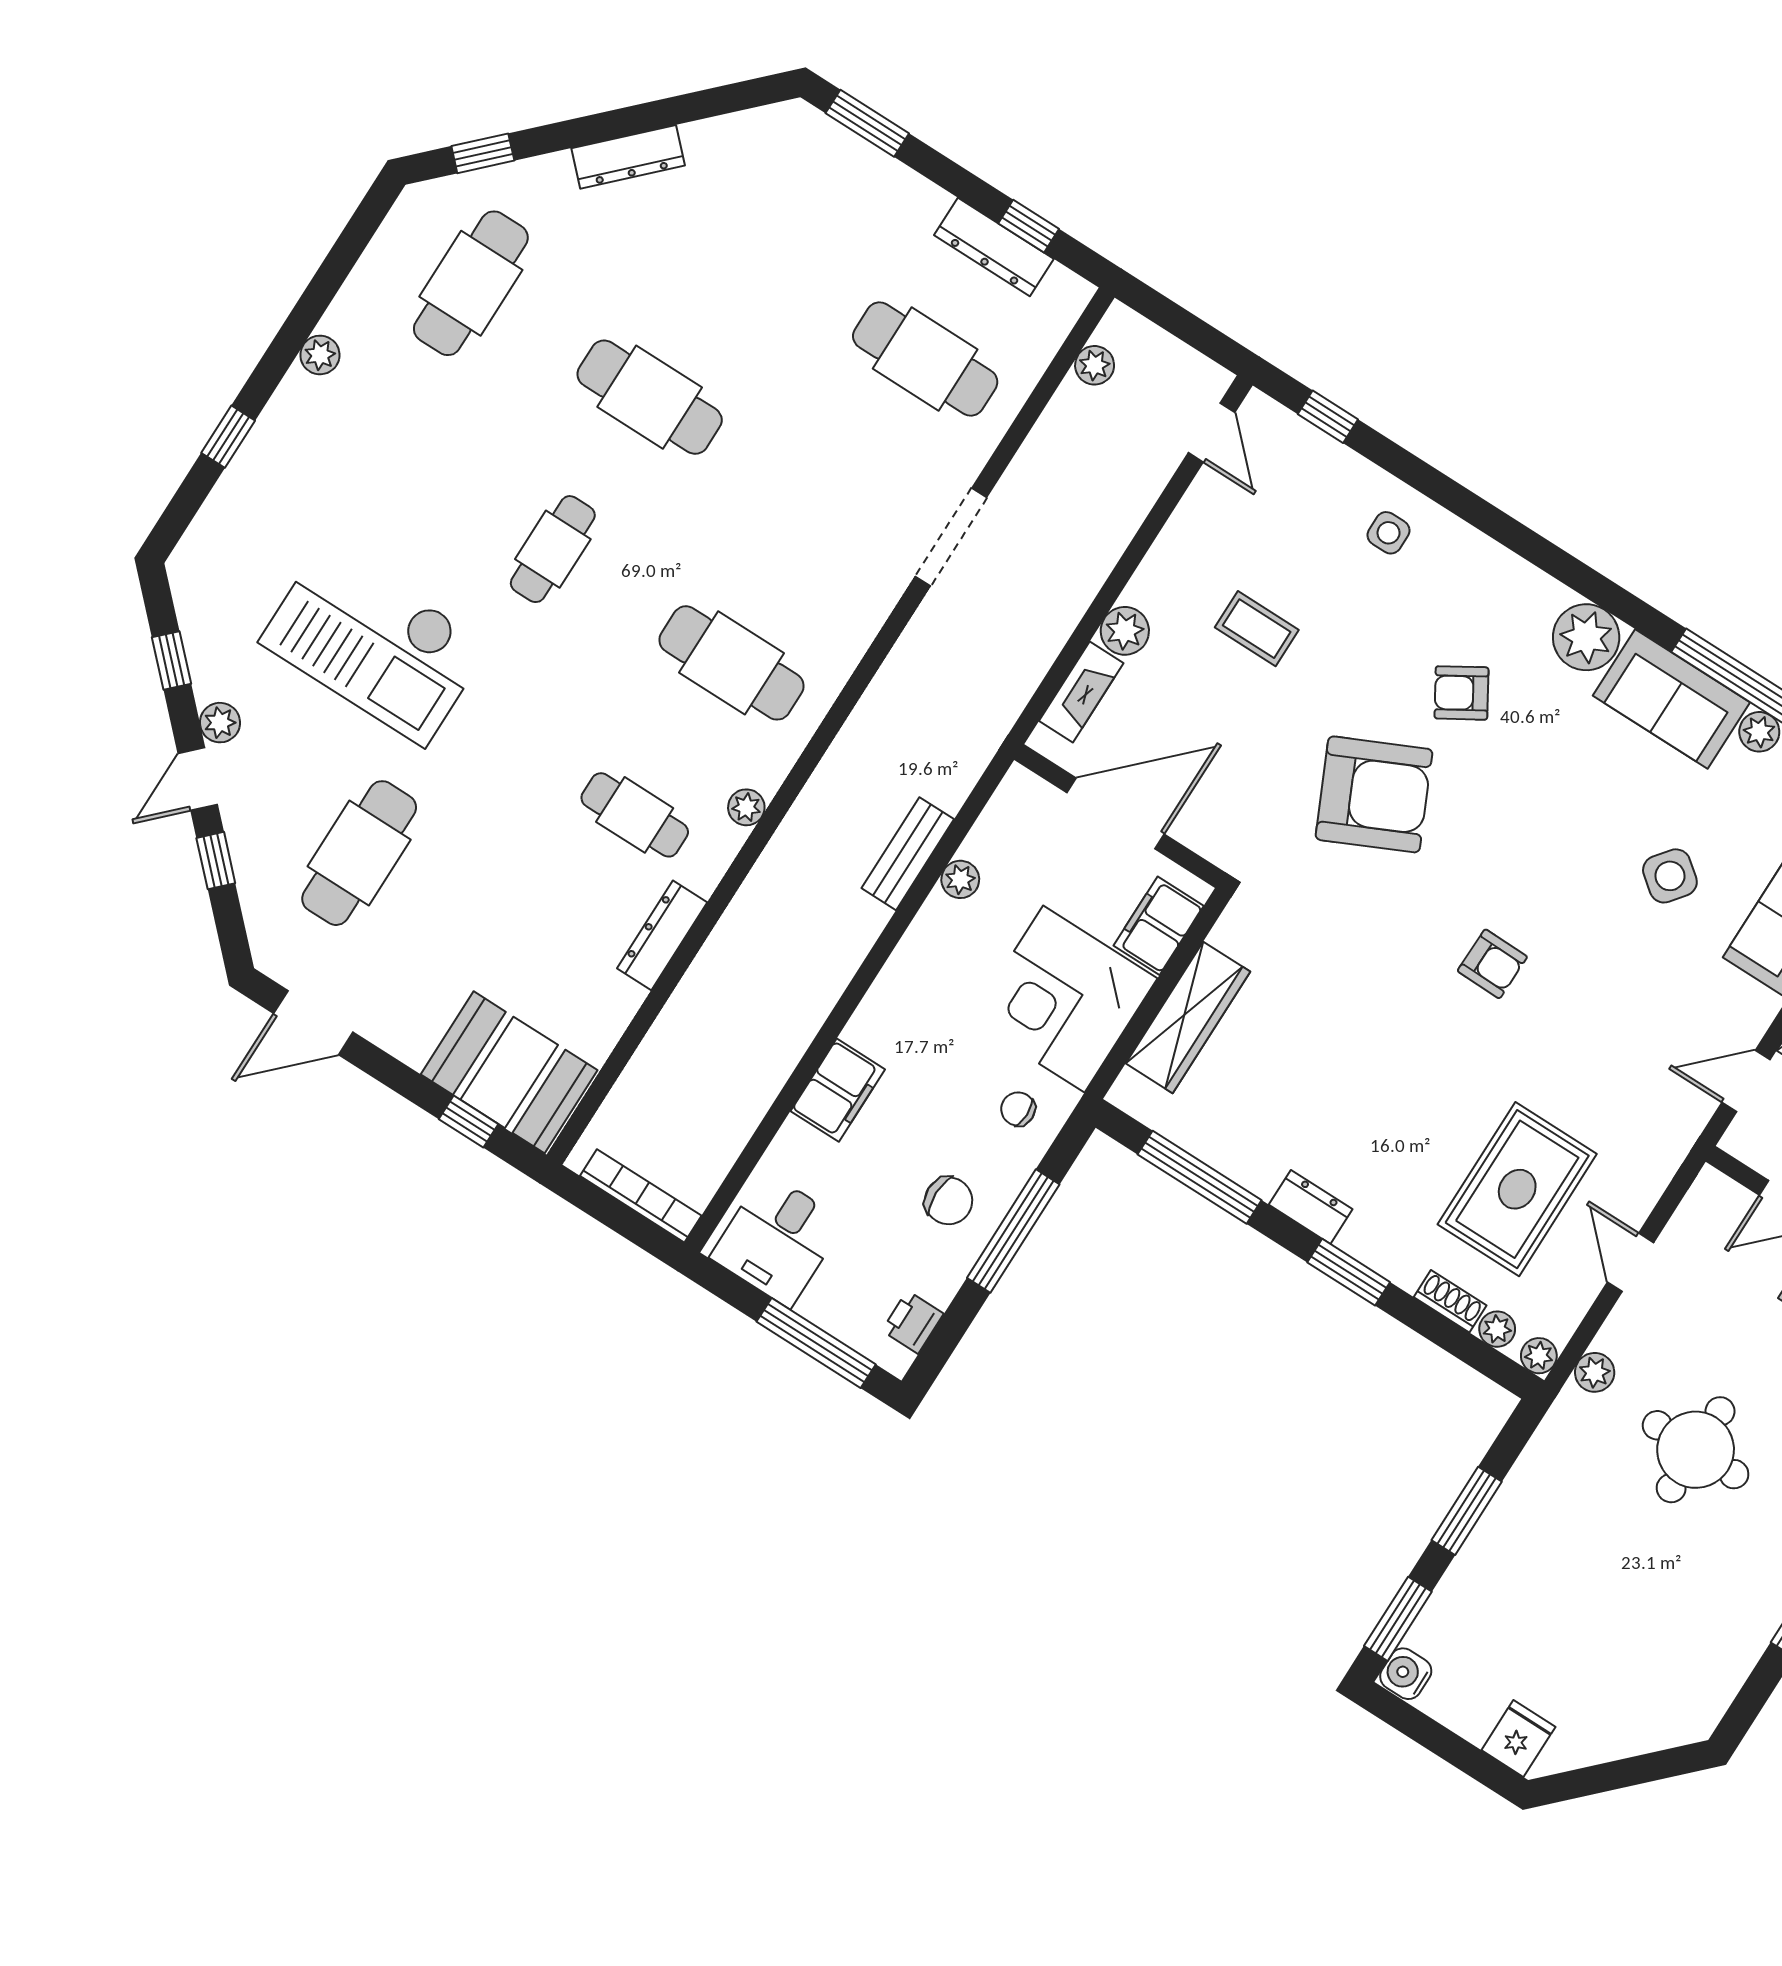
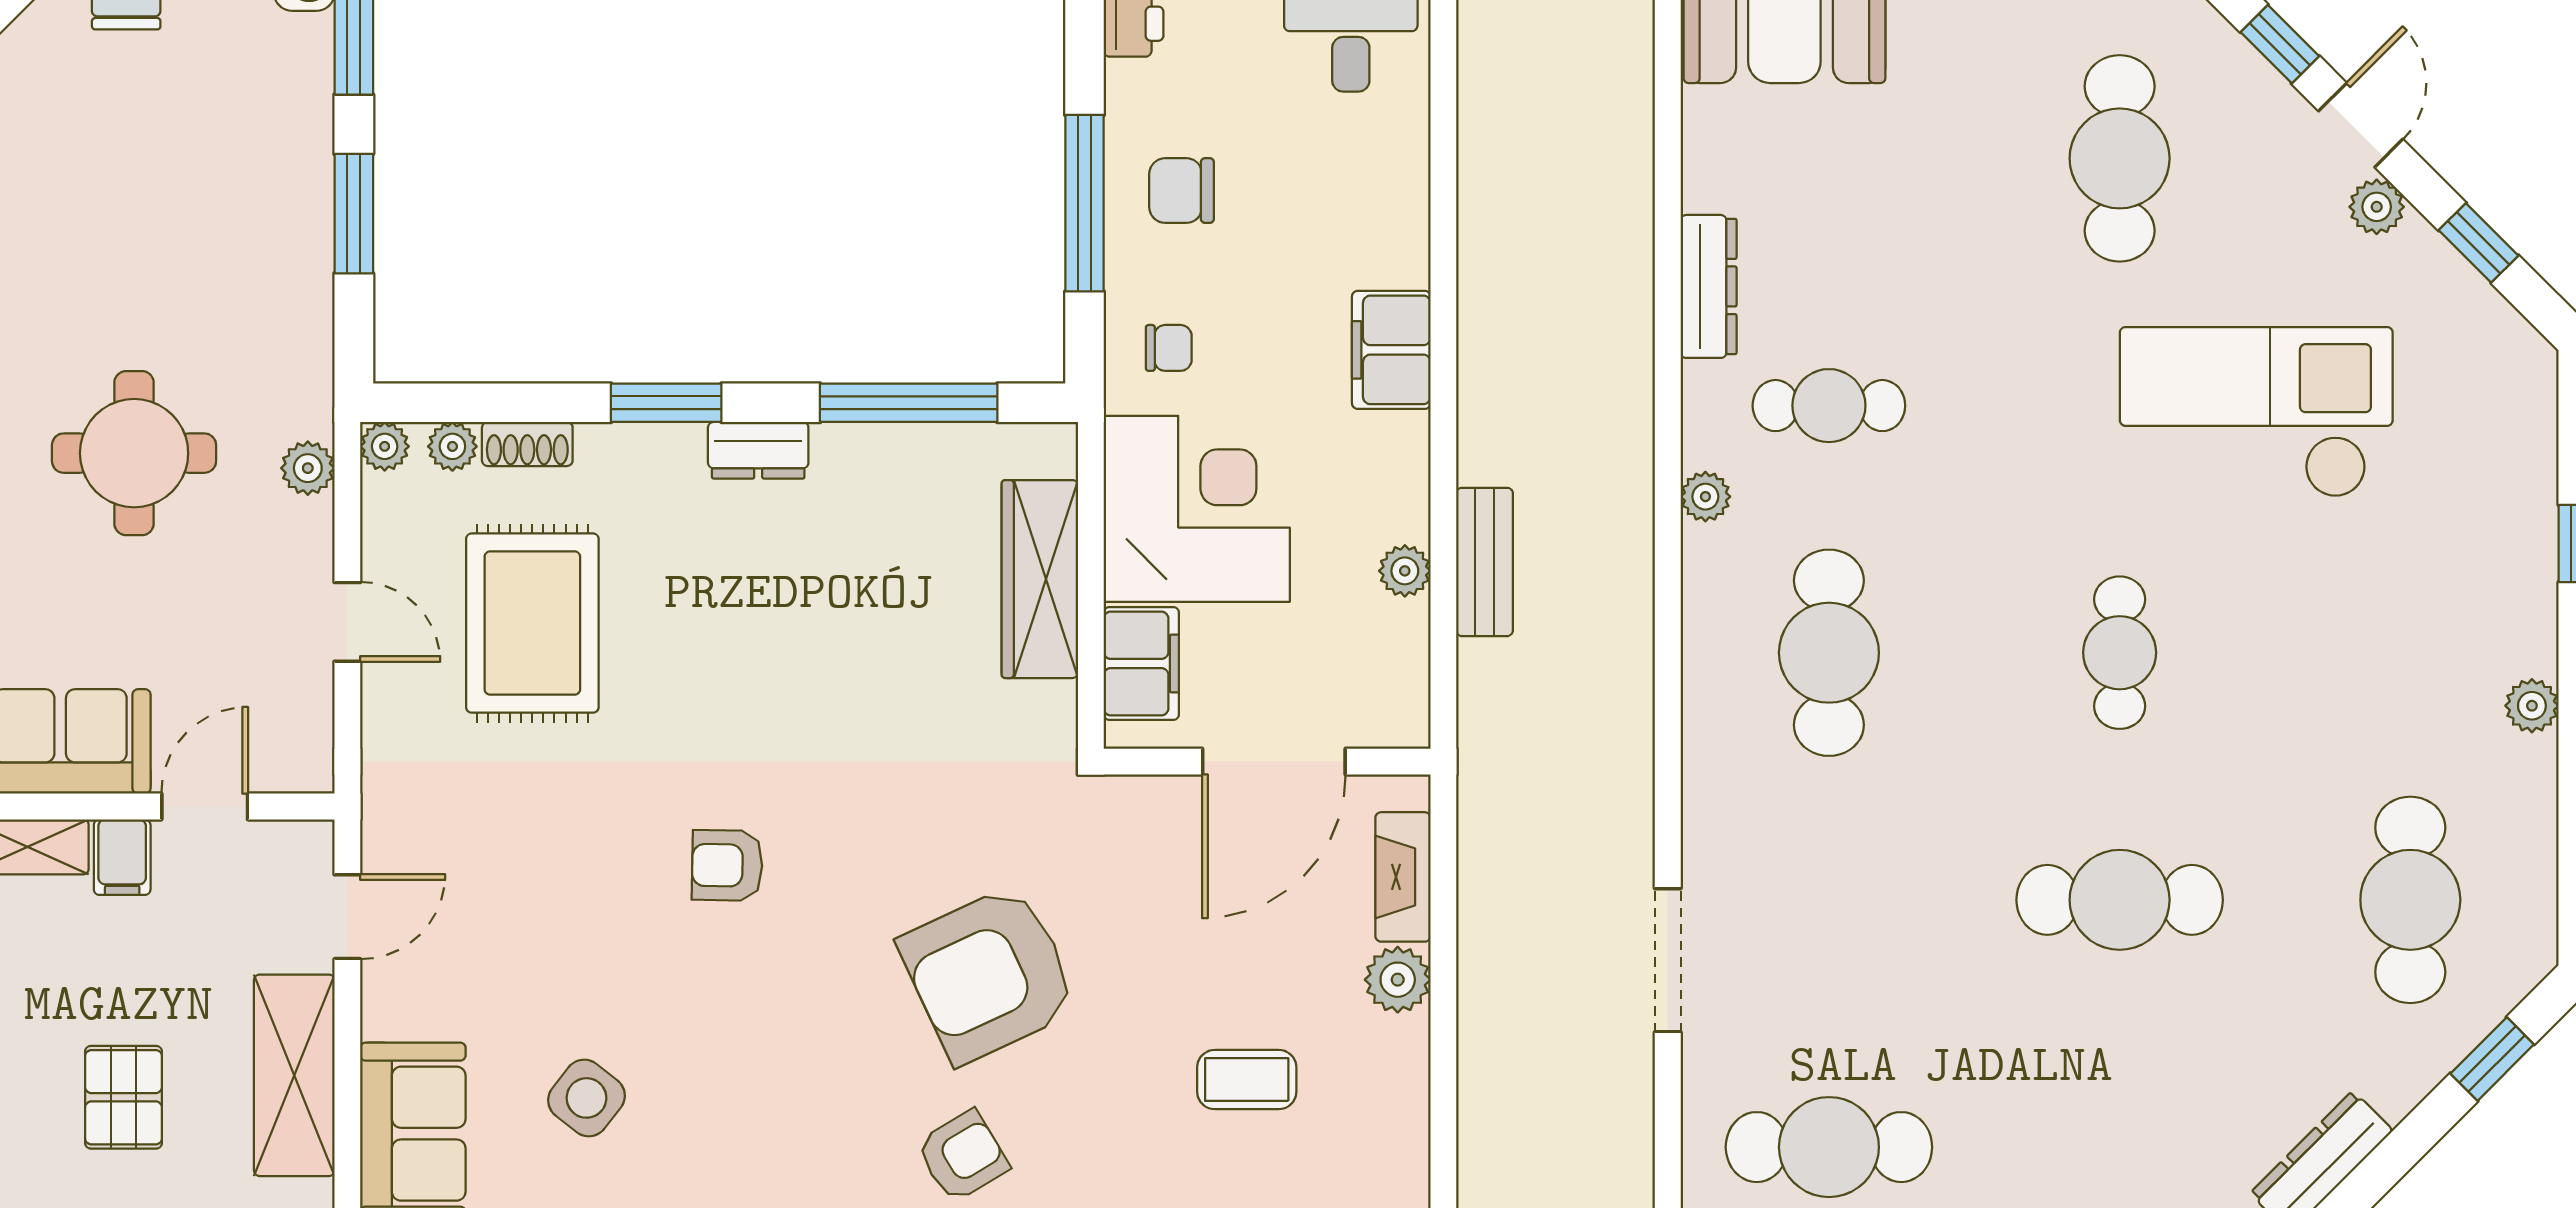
cafe table: (732, 663) -> (1829, 653), turned 90
filing cabinet: (838, 1090) -> (1391, 350), moved

